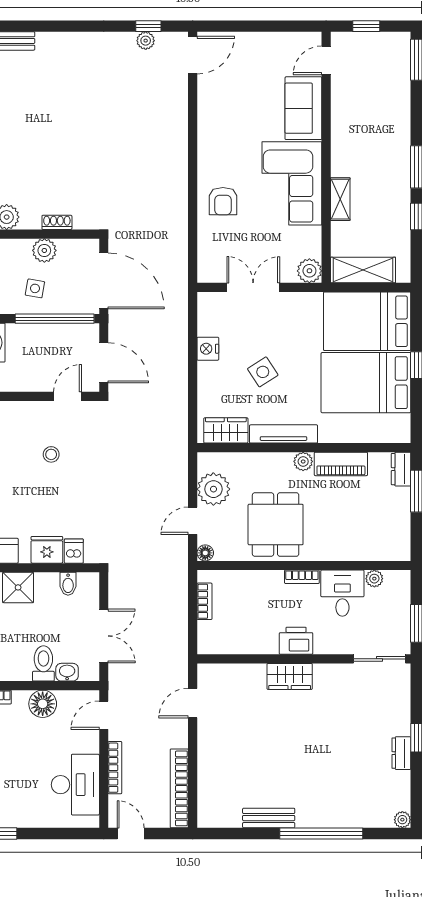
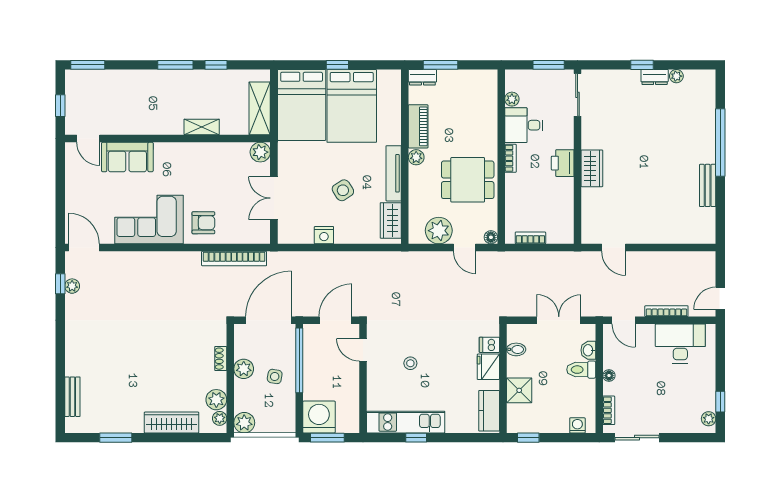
corner sofa: (292, 183) -> (149, 220), moved, turned 180
floor lamp: (43, 704) -> (609, 375), width x0.53, depth x0.53
bookcase: (179, 788) -> (234, 259), moved
plant: (402, 820) -> (676, 76), moved

